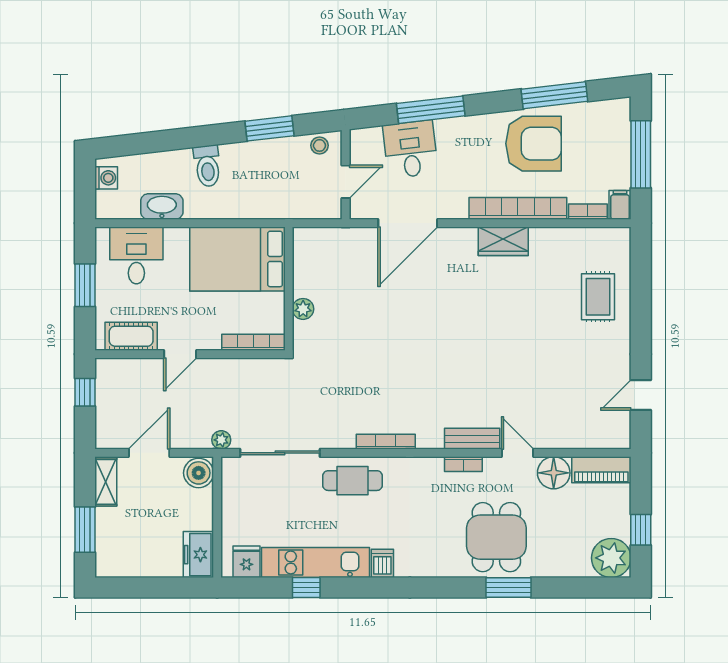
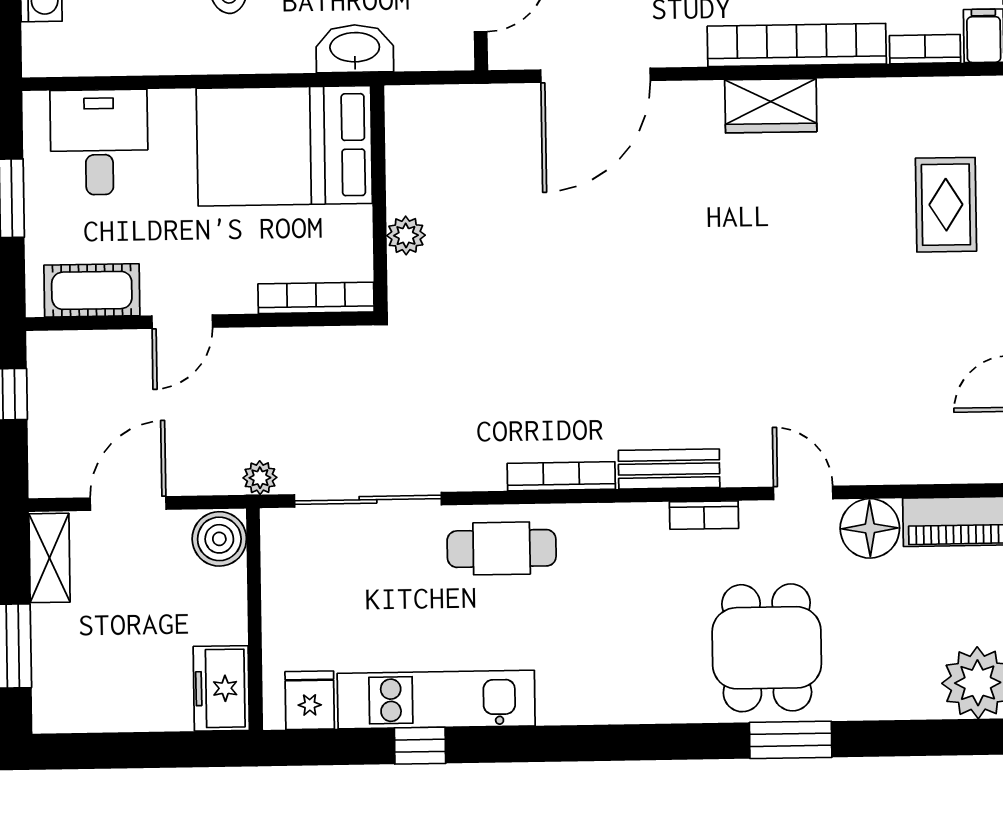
washbasin: (162, 207) -> (355, 49), moved
bench: (472, 439) -> (669, 469), moved
dishwasher: (382, 563) -> (559, 699), removed

